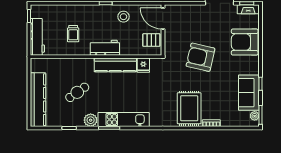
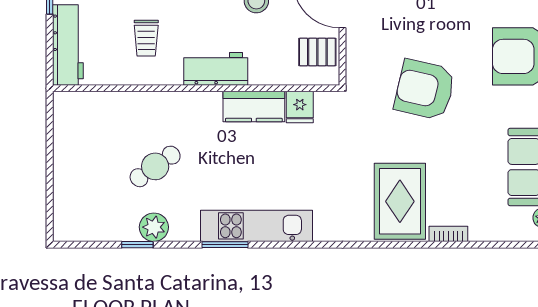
kitchen counter: (115, 65) -> (254, 107), width x0.67
kitchen counter: (38, 100) -> (69, 182), removed
plant: (91, 120) -> (154, 227), moved

